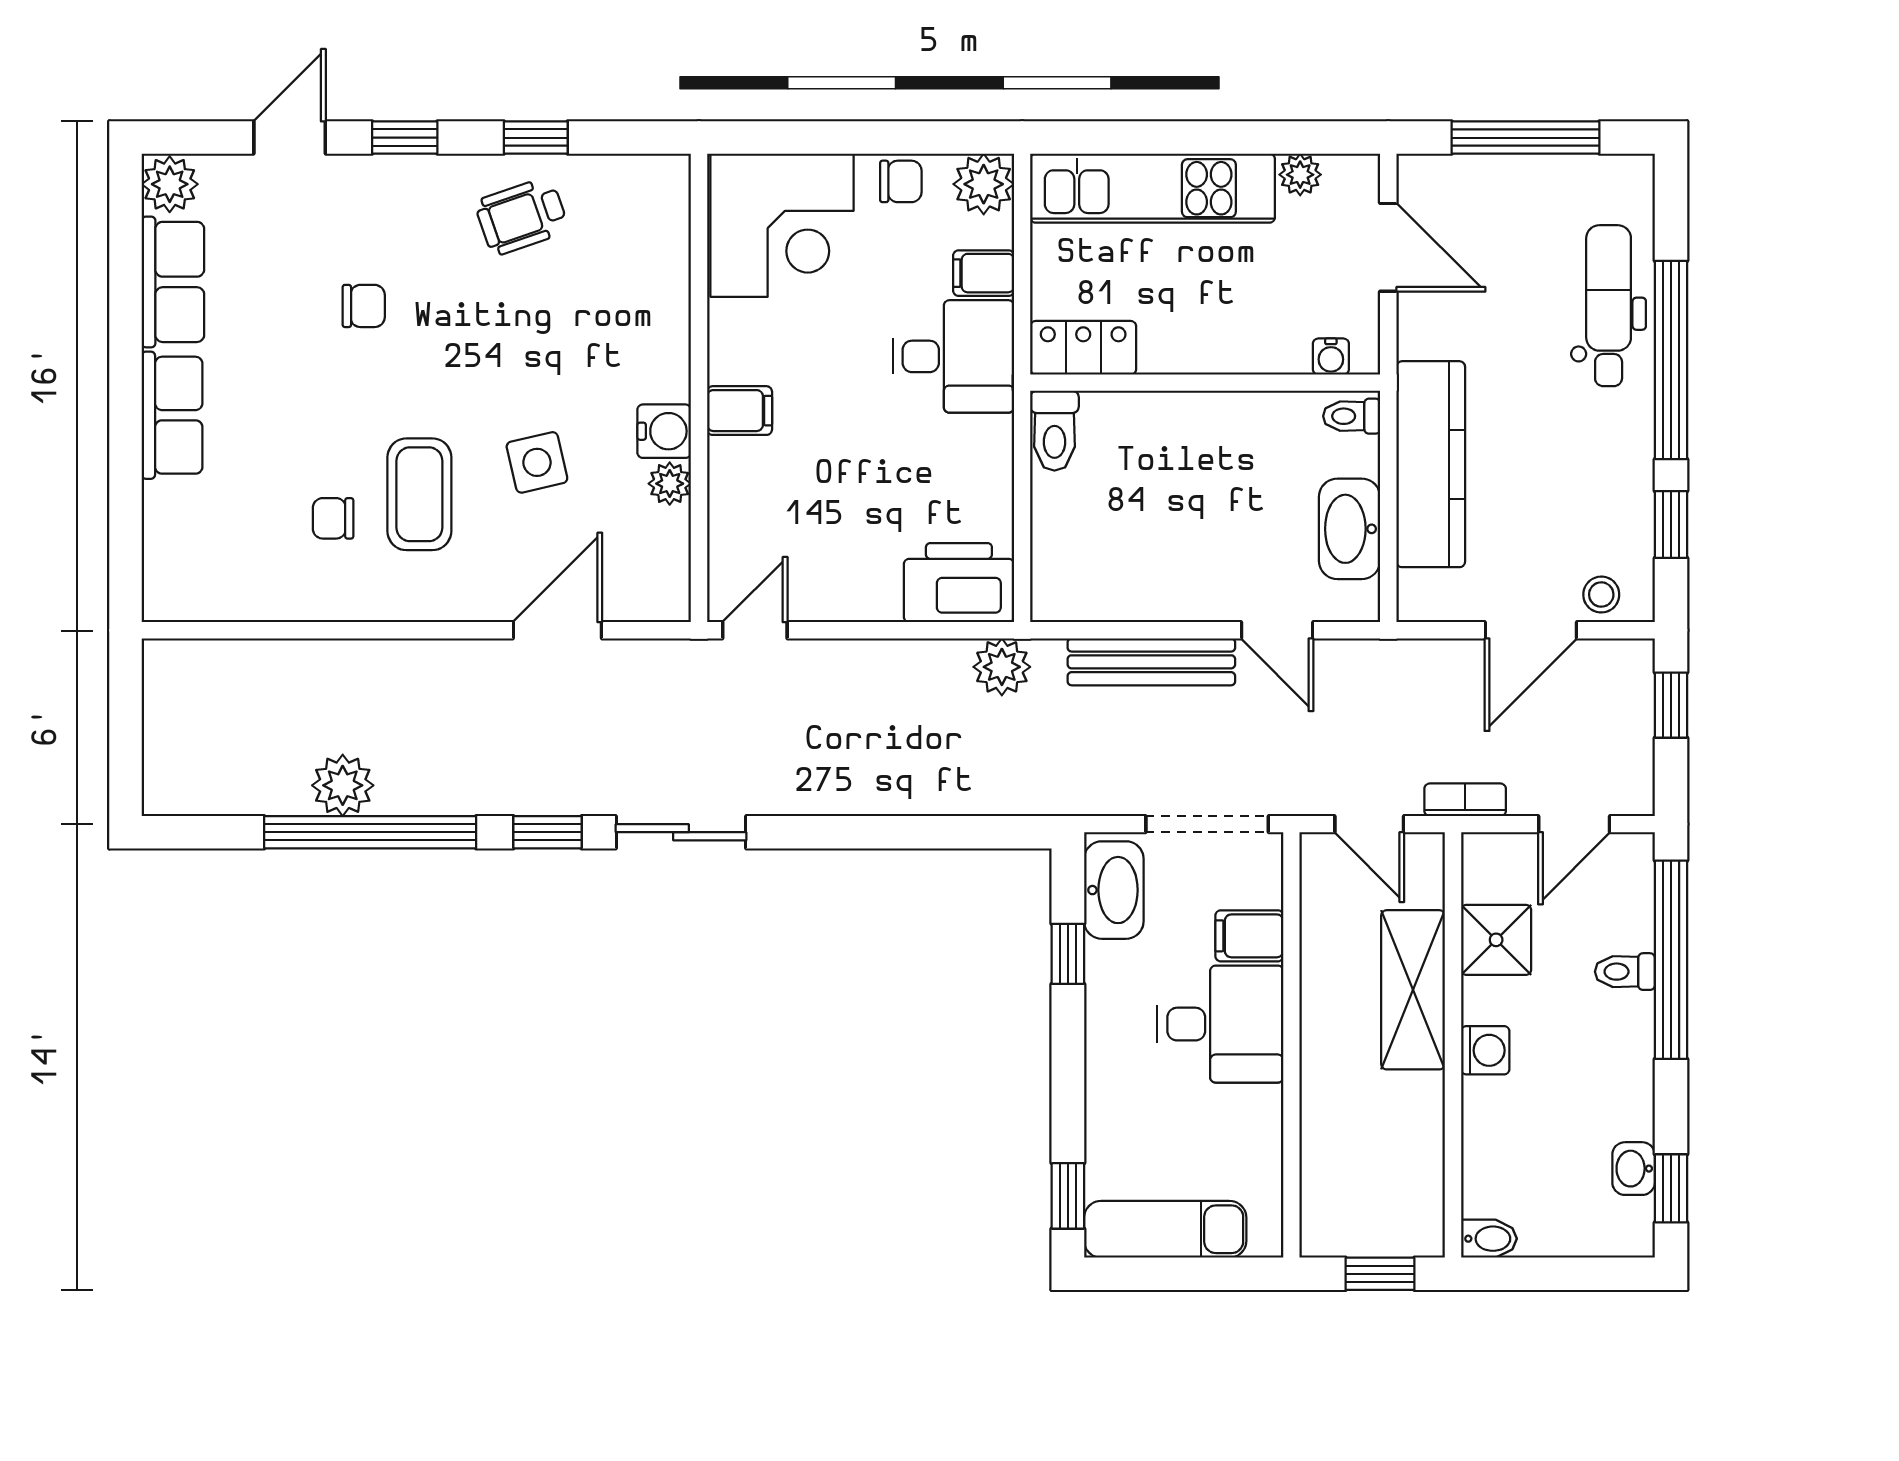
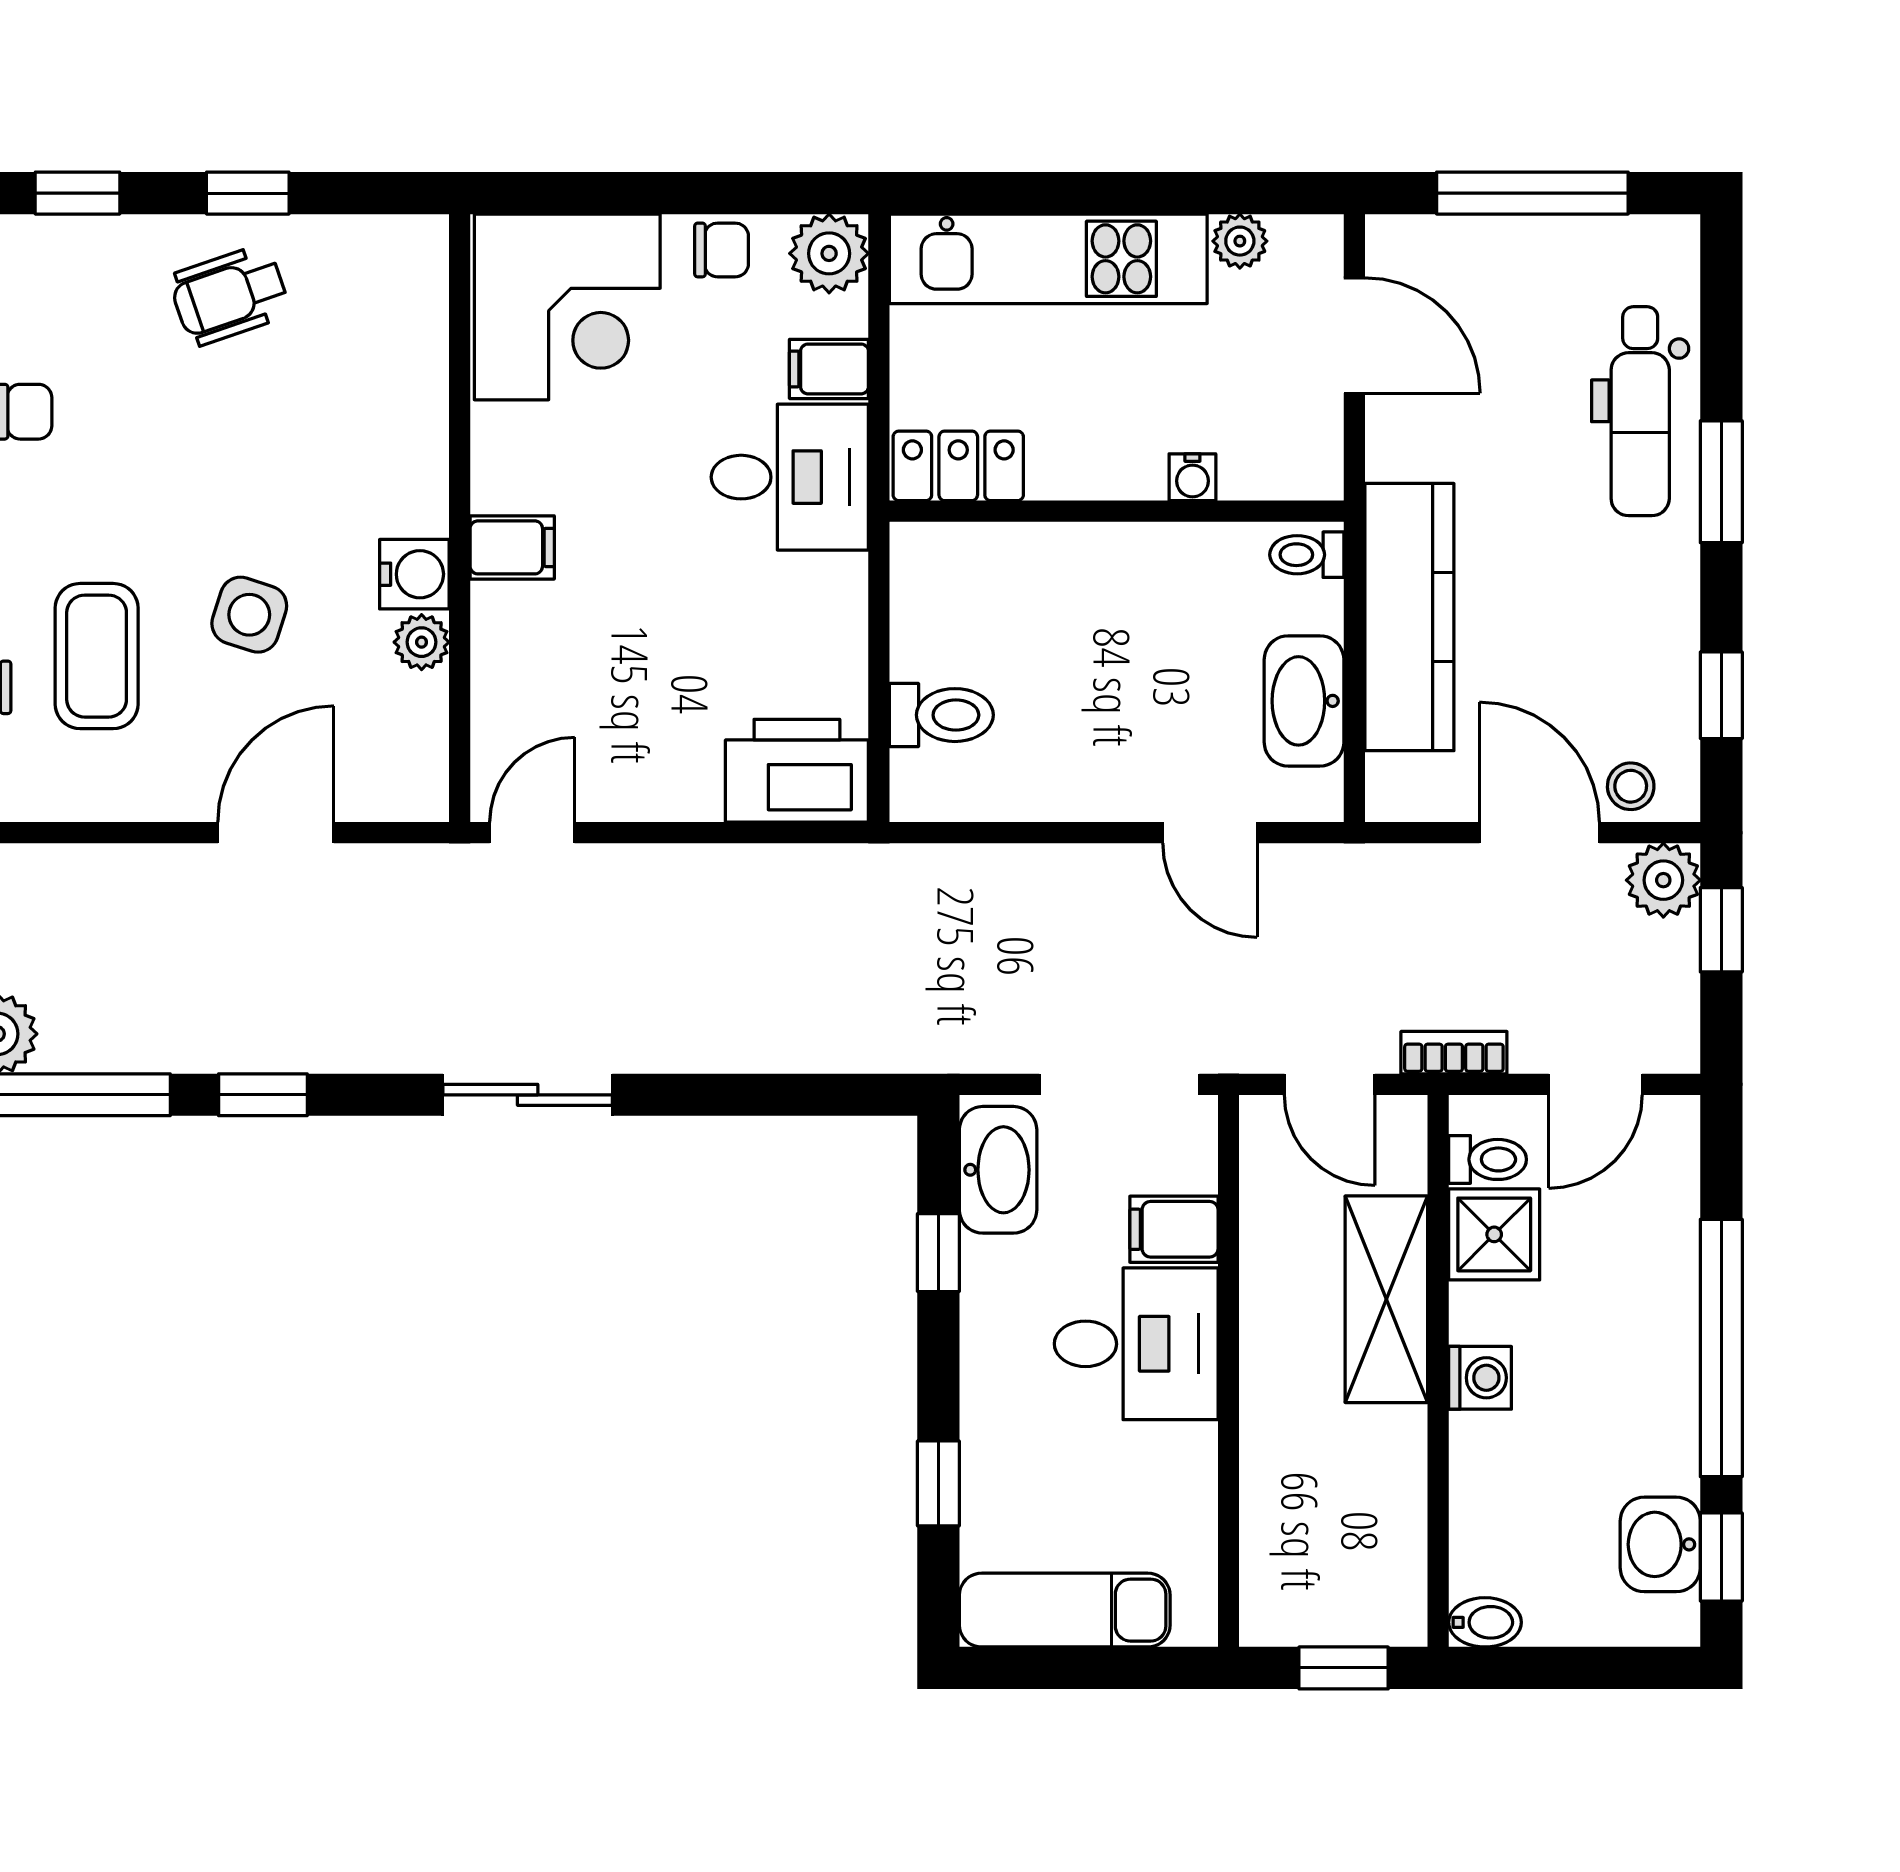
dental chair: (1609, 306) -> (1640, 411), turned 180
water cooler: (1331, 356) -> (1192, 477), moved
window: (1671, 360) -> (1721, 482), width x0.47
toilet: (1054, 431) -> (941, 715), moved, turned -90
side table: (537, 462) -> (249, 615), turned 31
door: (1531, 630) -> (1539, 833), swing flipped
bench: (1151, 662) -> (1047, 874), removed
plant: (1002, 667) -> (1663, 880), moved
sliding door: (681, 832) -> (528, 1095), moved
window: (1671, 960) -> (1721, 1348), moved
toilet: (1625, 972) -> (1488, 1159), moved, turned 180
washbasin: (1634, 1169) -> (1660, 1544), width x1.38, depth x1.45
window: (1068, 1196) -> (938, 1483), moved

